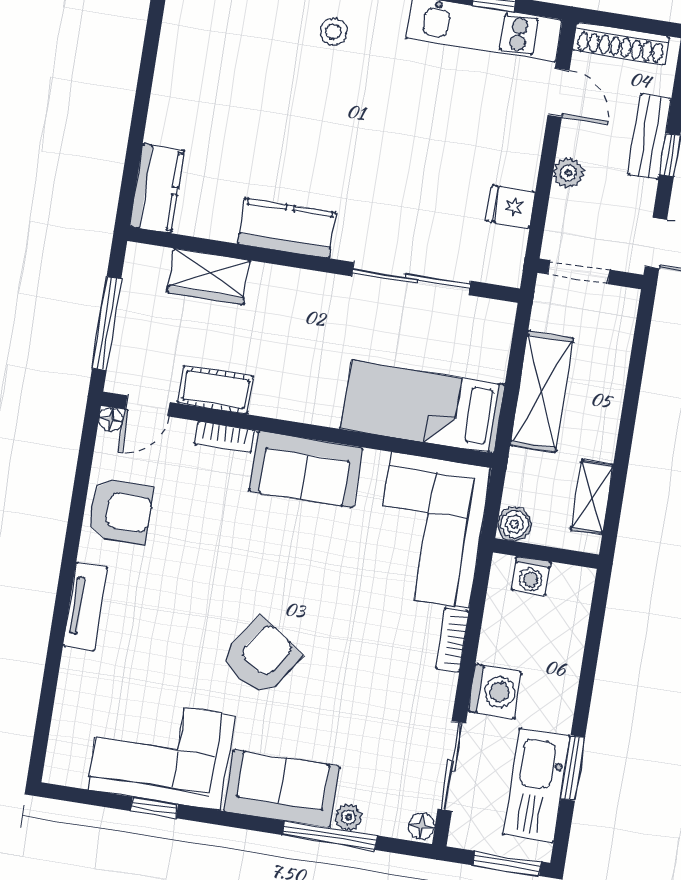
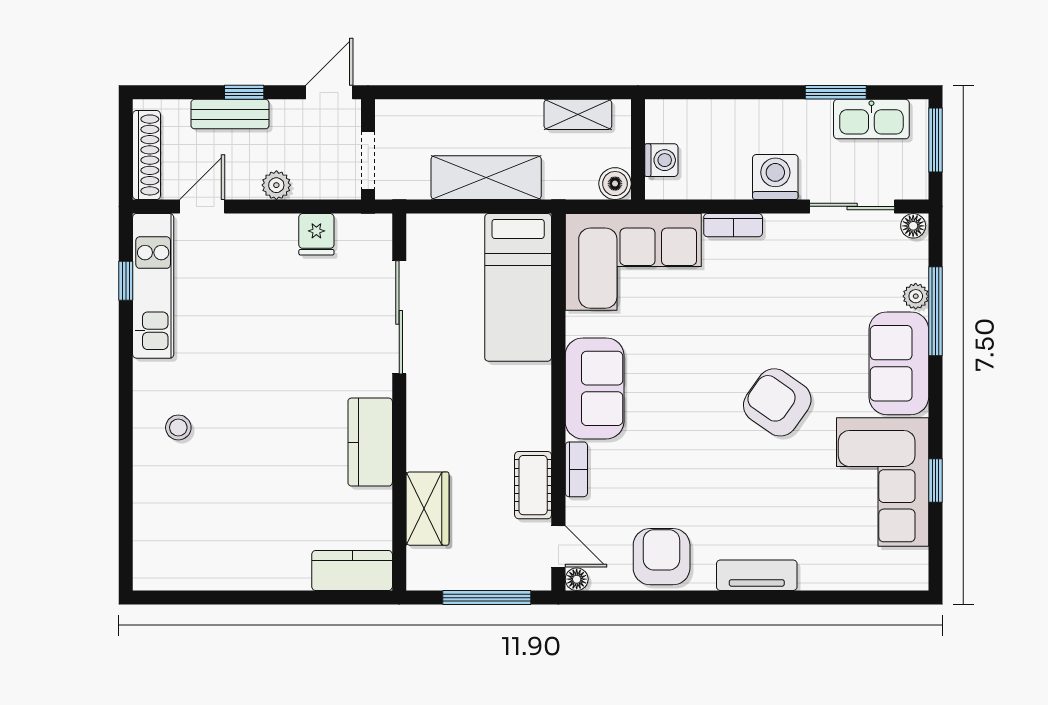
kitchen sink: (536, 785) -> (871, 119), width x0.73, depth x0.81

